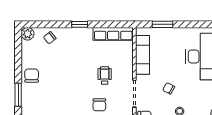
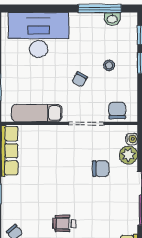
wheelchair: (105, 75) -> (64, 223), moved

